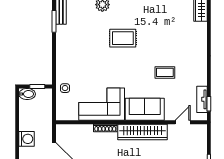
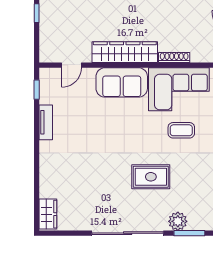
coffee table: (165, 72) -> (181, 130), moved
tv unit: (202, 99) -> (46, 122), moved

